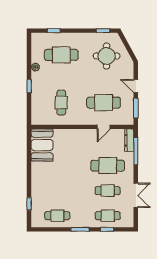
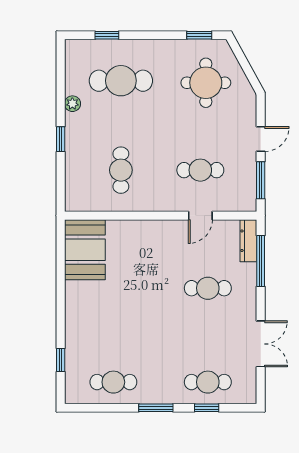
door: (136, 86) -> (261, 139), swing flipped
cafe table: (104, 103) -> (200, 170), width x0.73, depth x0.74
cafe table: (108, 166) -> (208, 288), width x0.73, depth x0.74
cafe table: (108, 191) -> (208, 335), removed

